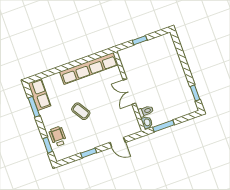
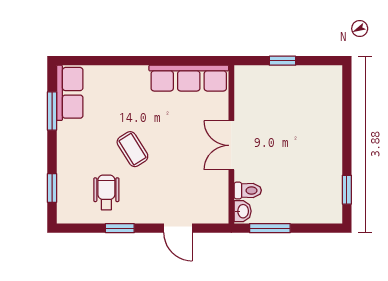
row of seats: (89, 68) -> (189, 78), width x0.73
wheelchair: (58, 137) -> (106, 192), moved

